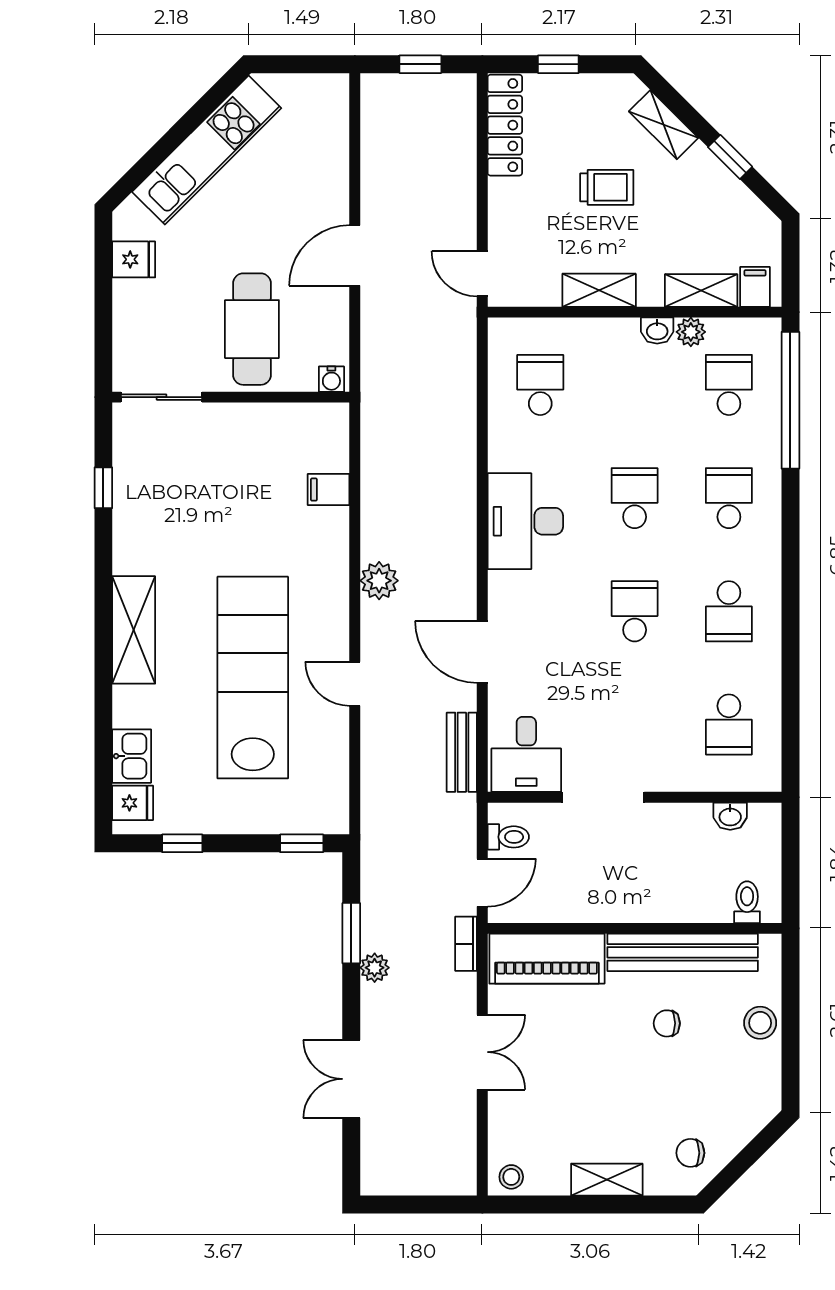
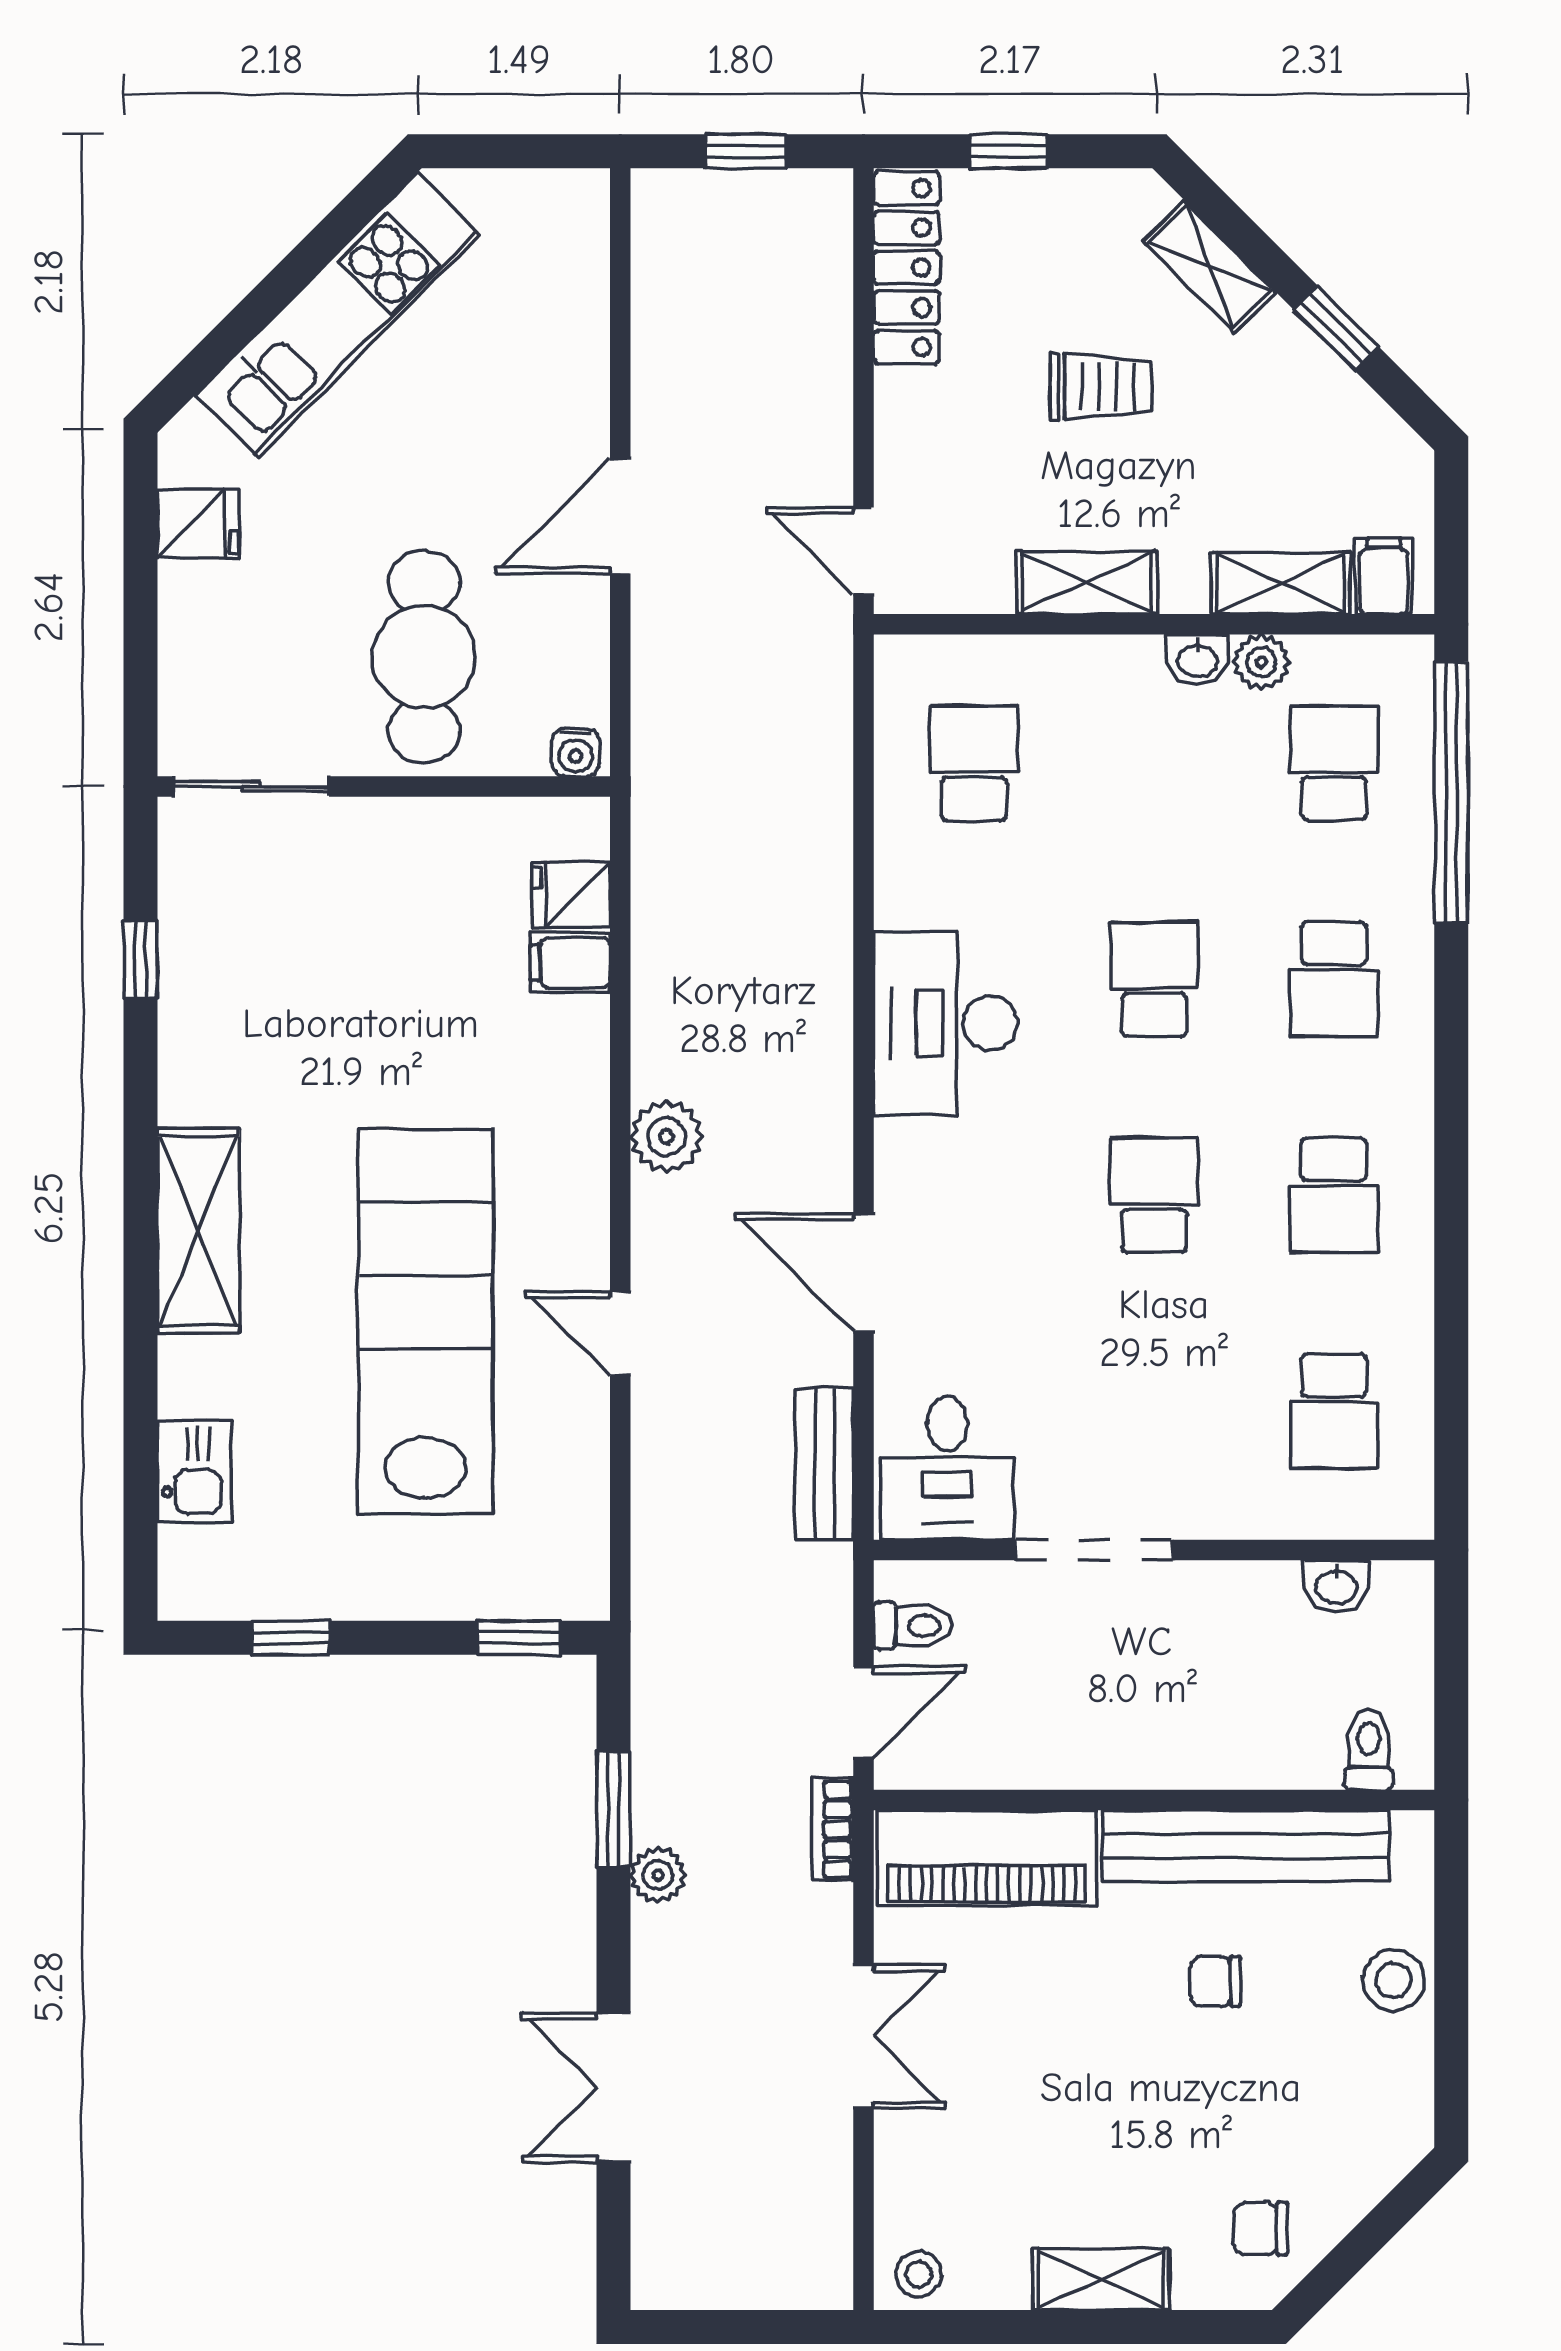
school desk: (729, 498) -> (1334, 979), turned 180
fridge: (133, 803) -> (571, 895), moved, turned 180

